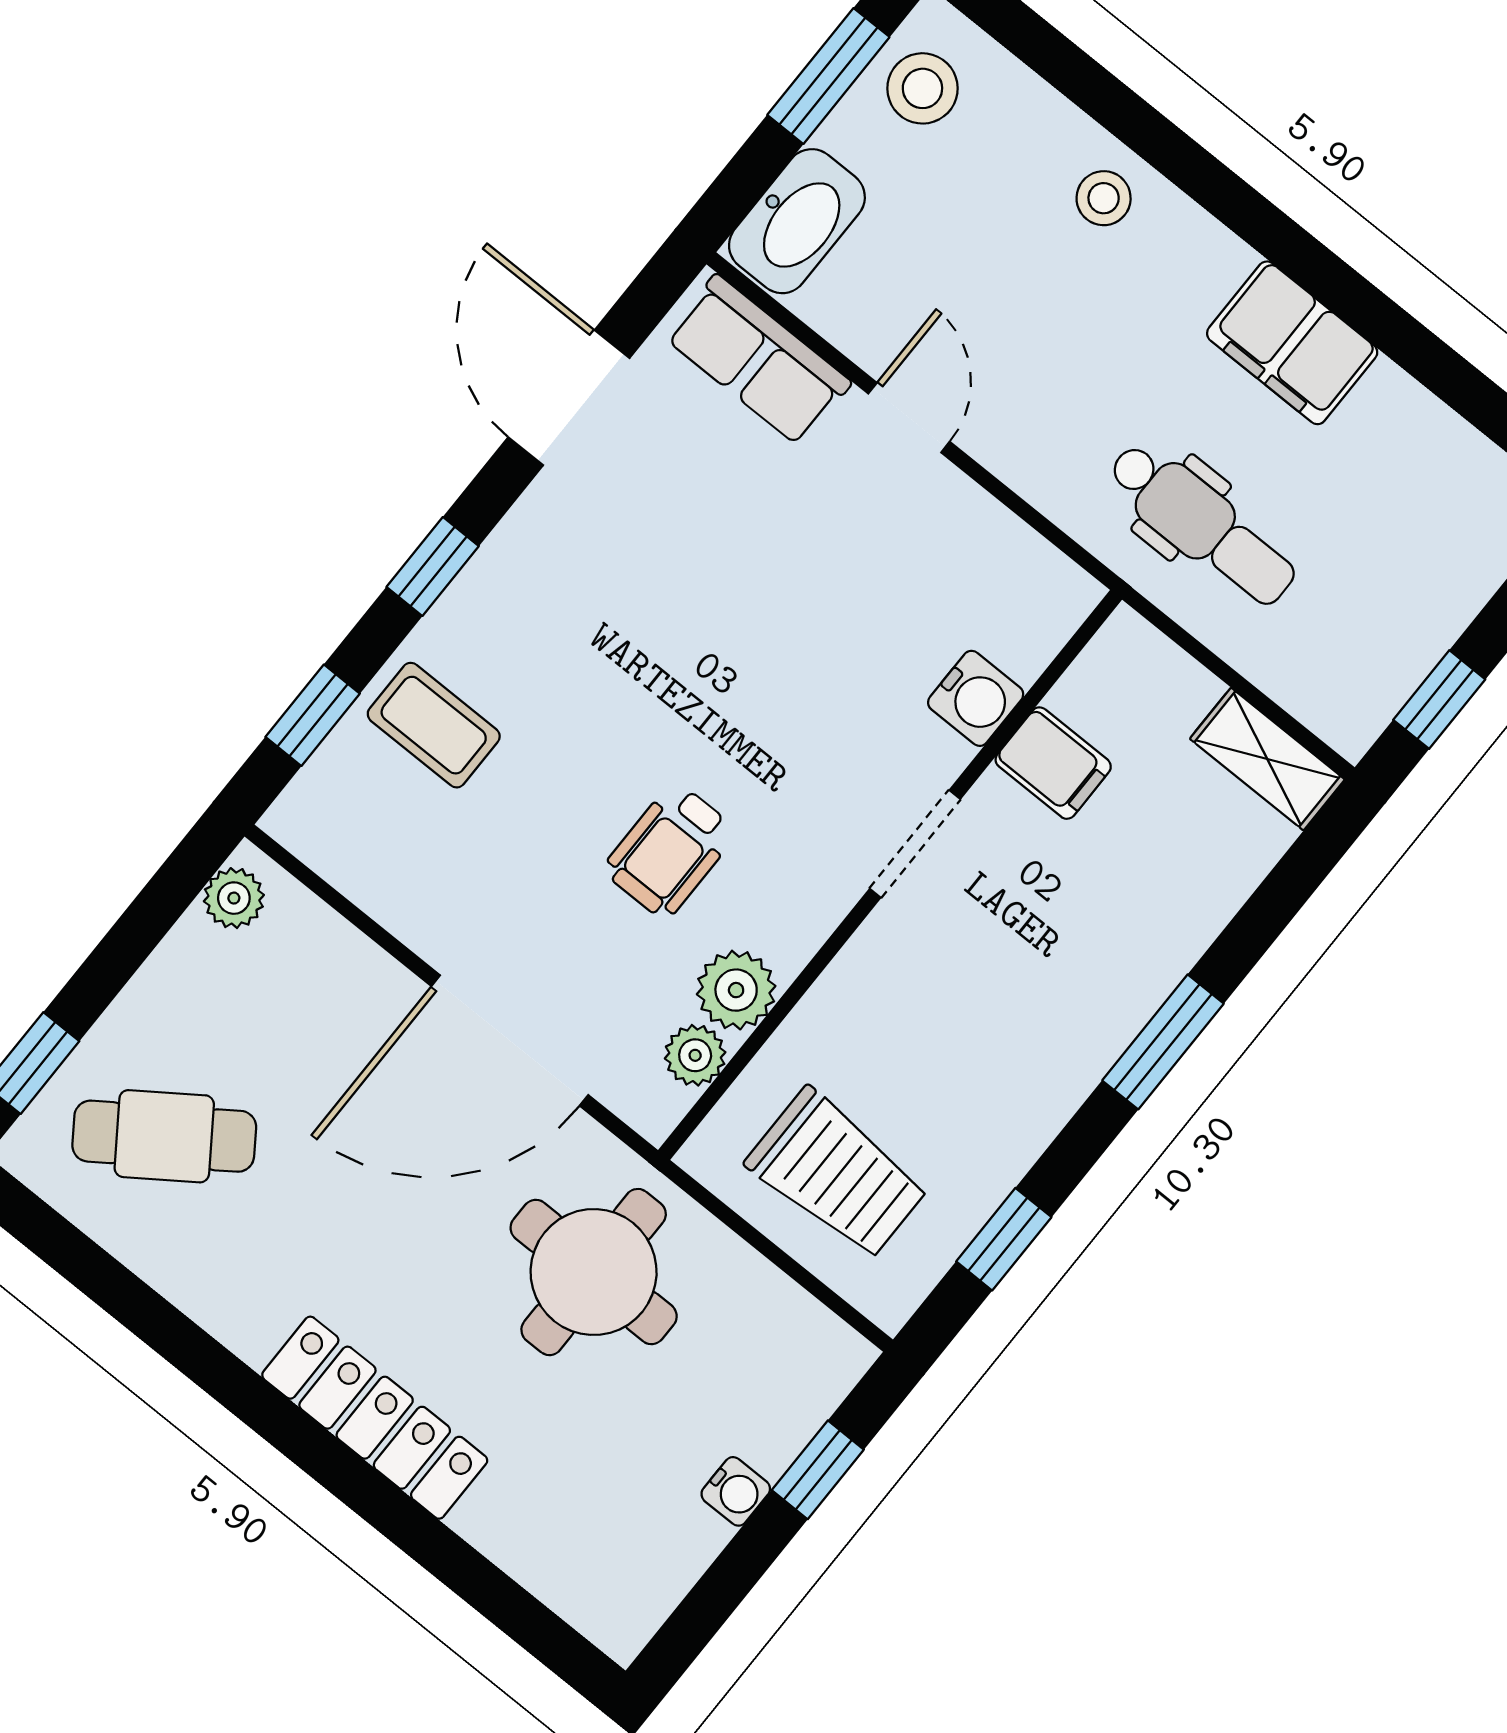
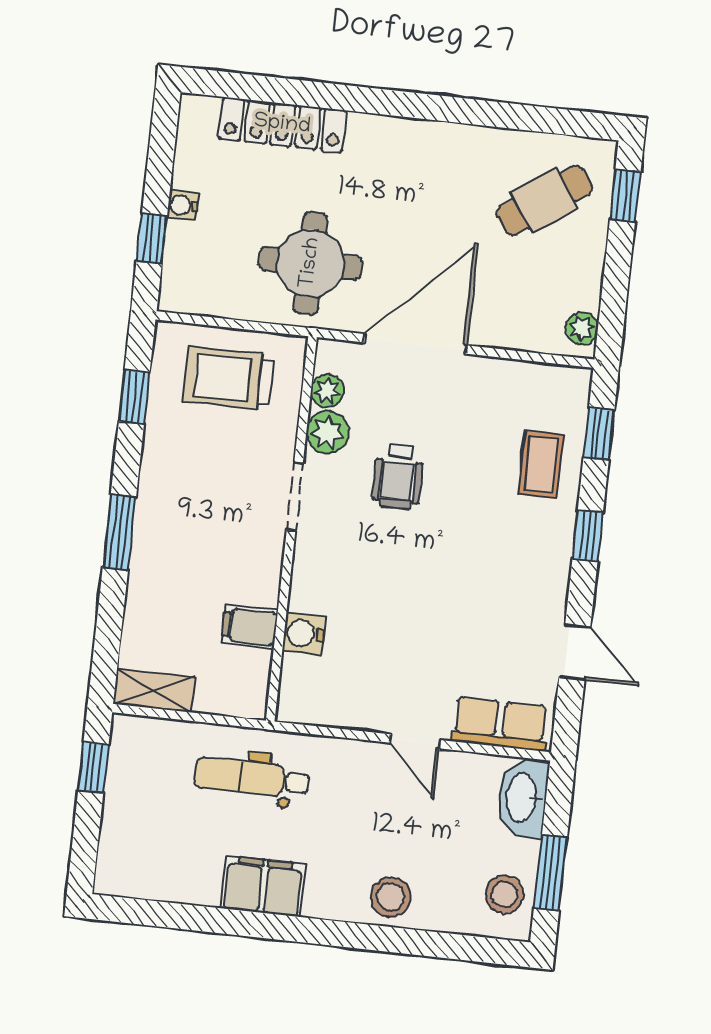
stool: (1104, 198) -> (391, 897), width x1.37, depth x1.37
door: (569, 398) -> (575, 652), width x0.73
coffee table: (434, 725) -> (541, 465), turned 90
doorway: (915, 844) -> (295, 497), moved
wheelchair: (670, 851) -> (398, 476), turned 180
locker: (375, 1418) -> (282, 125), moved

